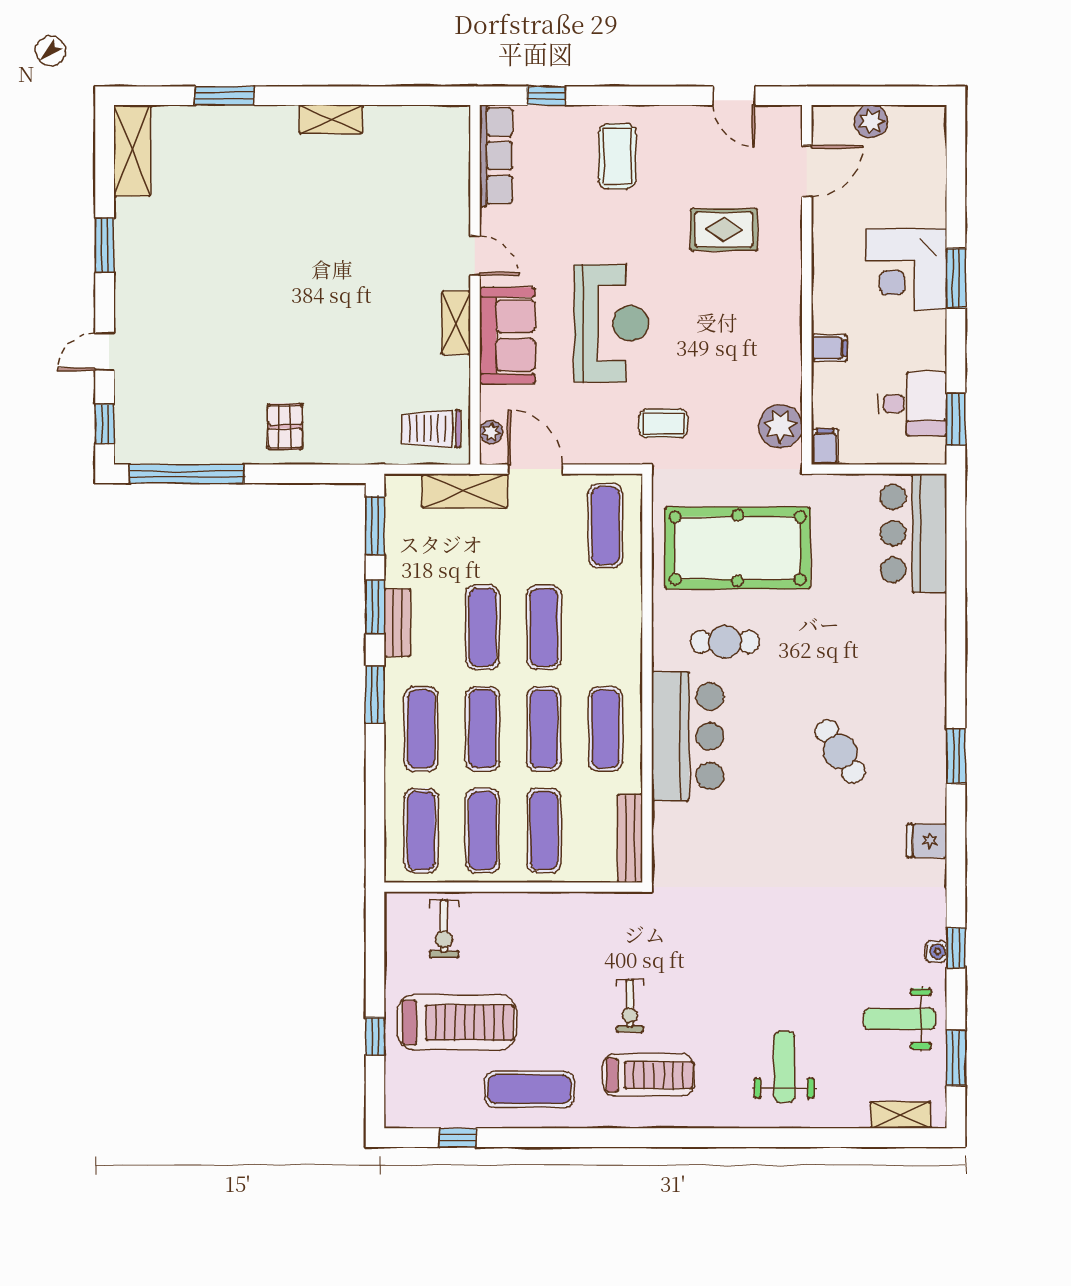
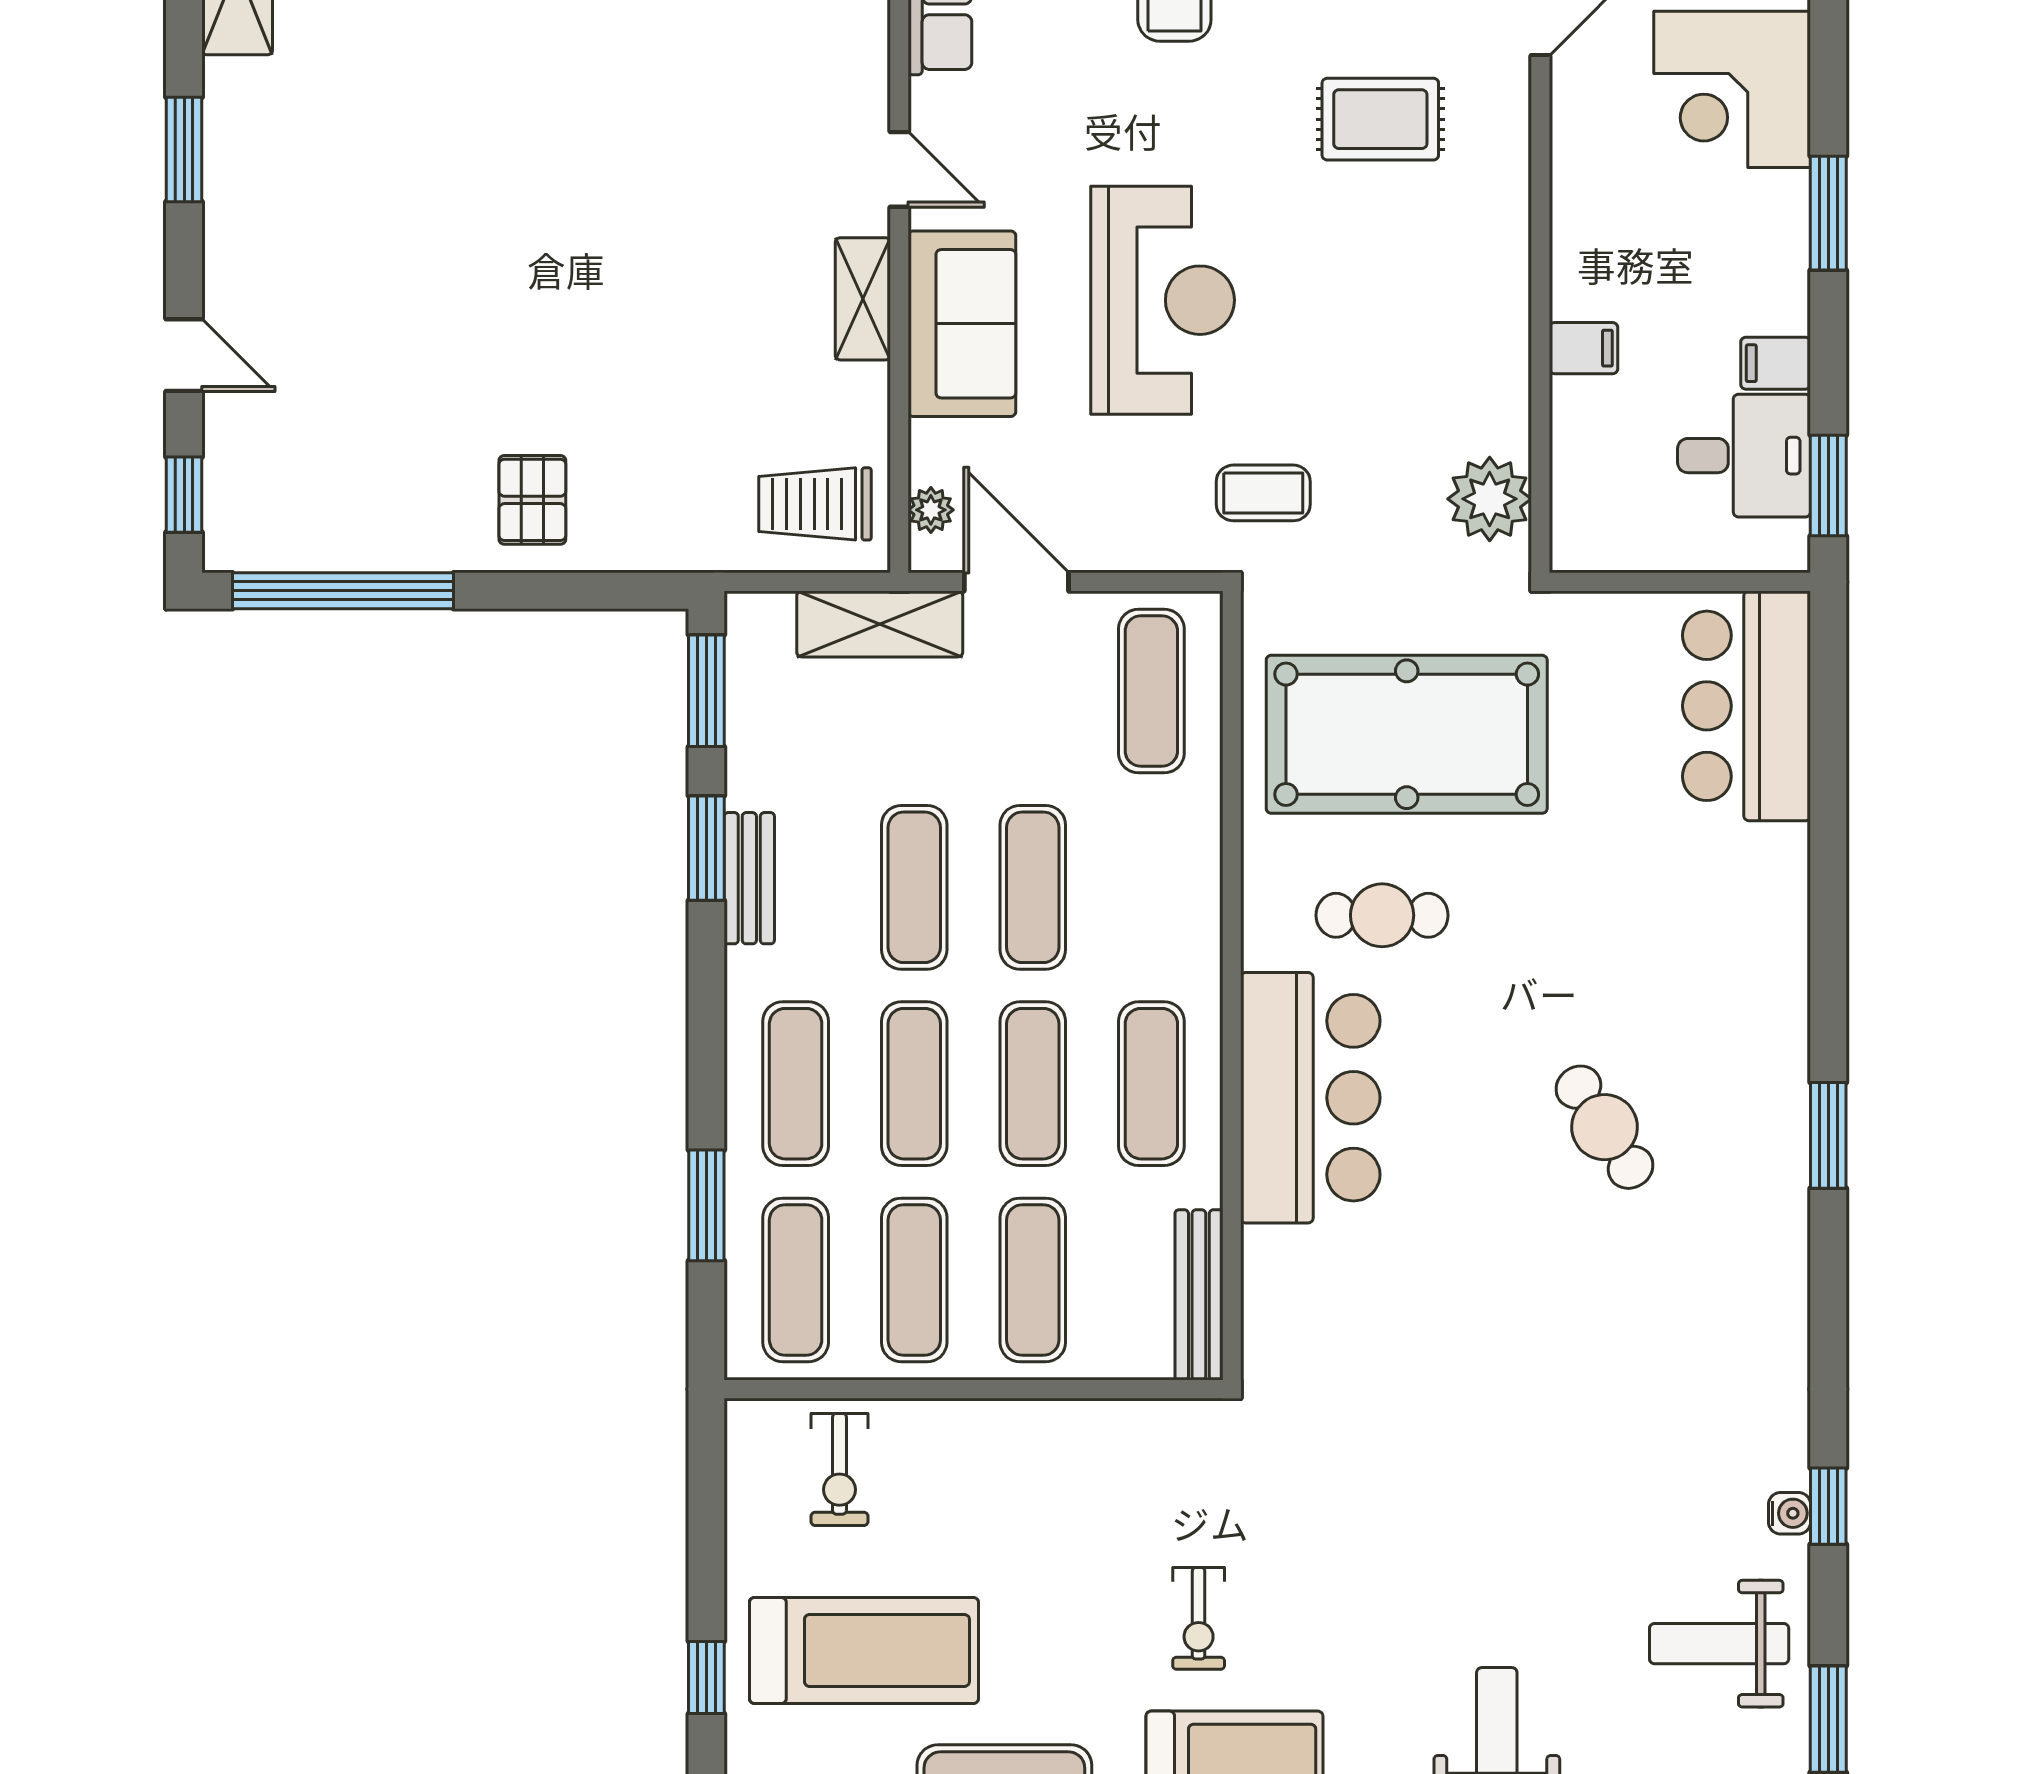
corner desk: (906, 269) -> (1732, 89), moved
door: (105, 352) -> (184, 355), swing flipped
filing cabinet: (825, 446) -> (1776, 363), moved, turned -90
window: (375, 695) -> (706, 1205), moved
fridge: (927, 841) -> (1772, 1300), removed

